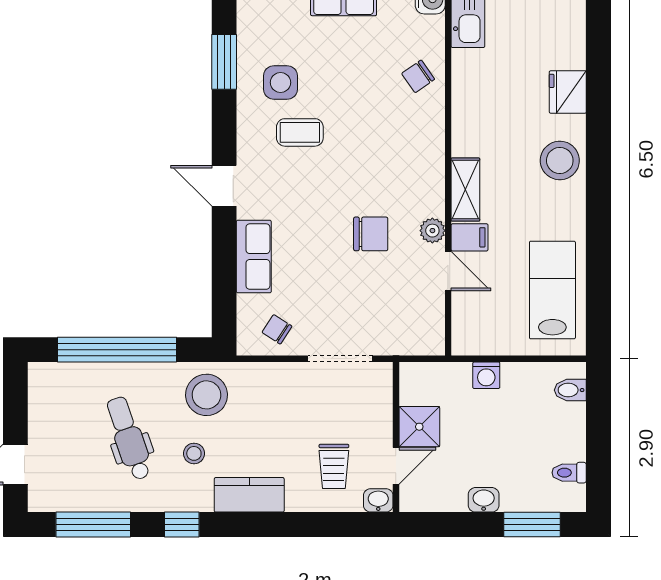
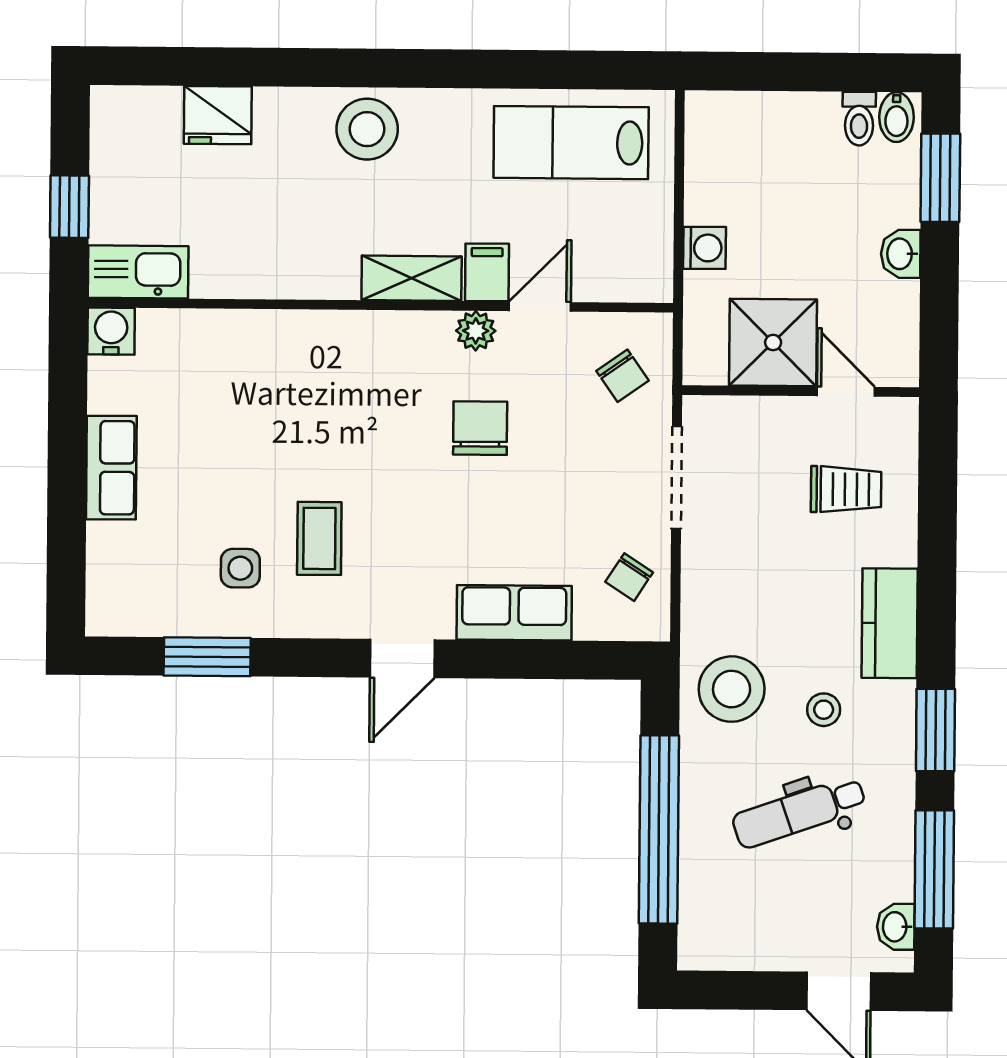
chair: (418, 76) -> (623, 376), moved
side table: (280, 82) -> (240, 568), width x0.73, depth x0.73
fridge: (568, 92) -> (218, 115), moved
bidet: (570, 390) -> (896, 117), moved
shower: (419, 427) -> (773, 343), width x1.36, depth x1.36
washbasin: (378, 500) -> (896, 927), moved
window: (182, 524) -> (935, 730), width x1.50

